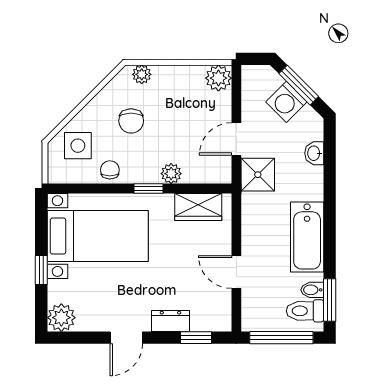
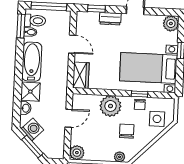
washing machine: (286, 102) -> (32, 129), moved
plant: (171, 174) -> (111, 106), width x1.87, depth x1.87
shower: (258, 175) -> (30, 92), moved
window: (149, 189) -> (140, 94), moved
wardrobe: (198, 207) -> (81, 75), moved, turned 90

